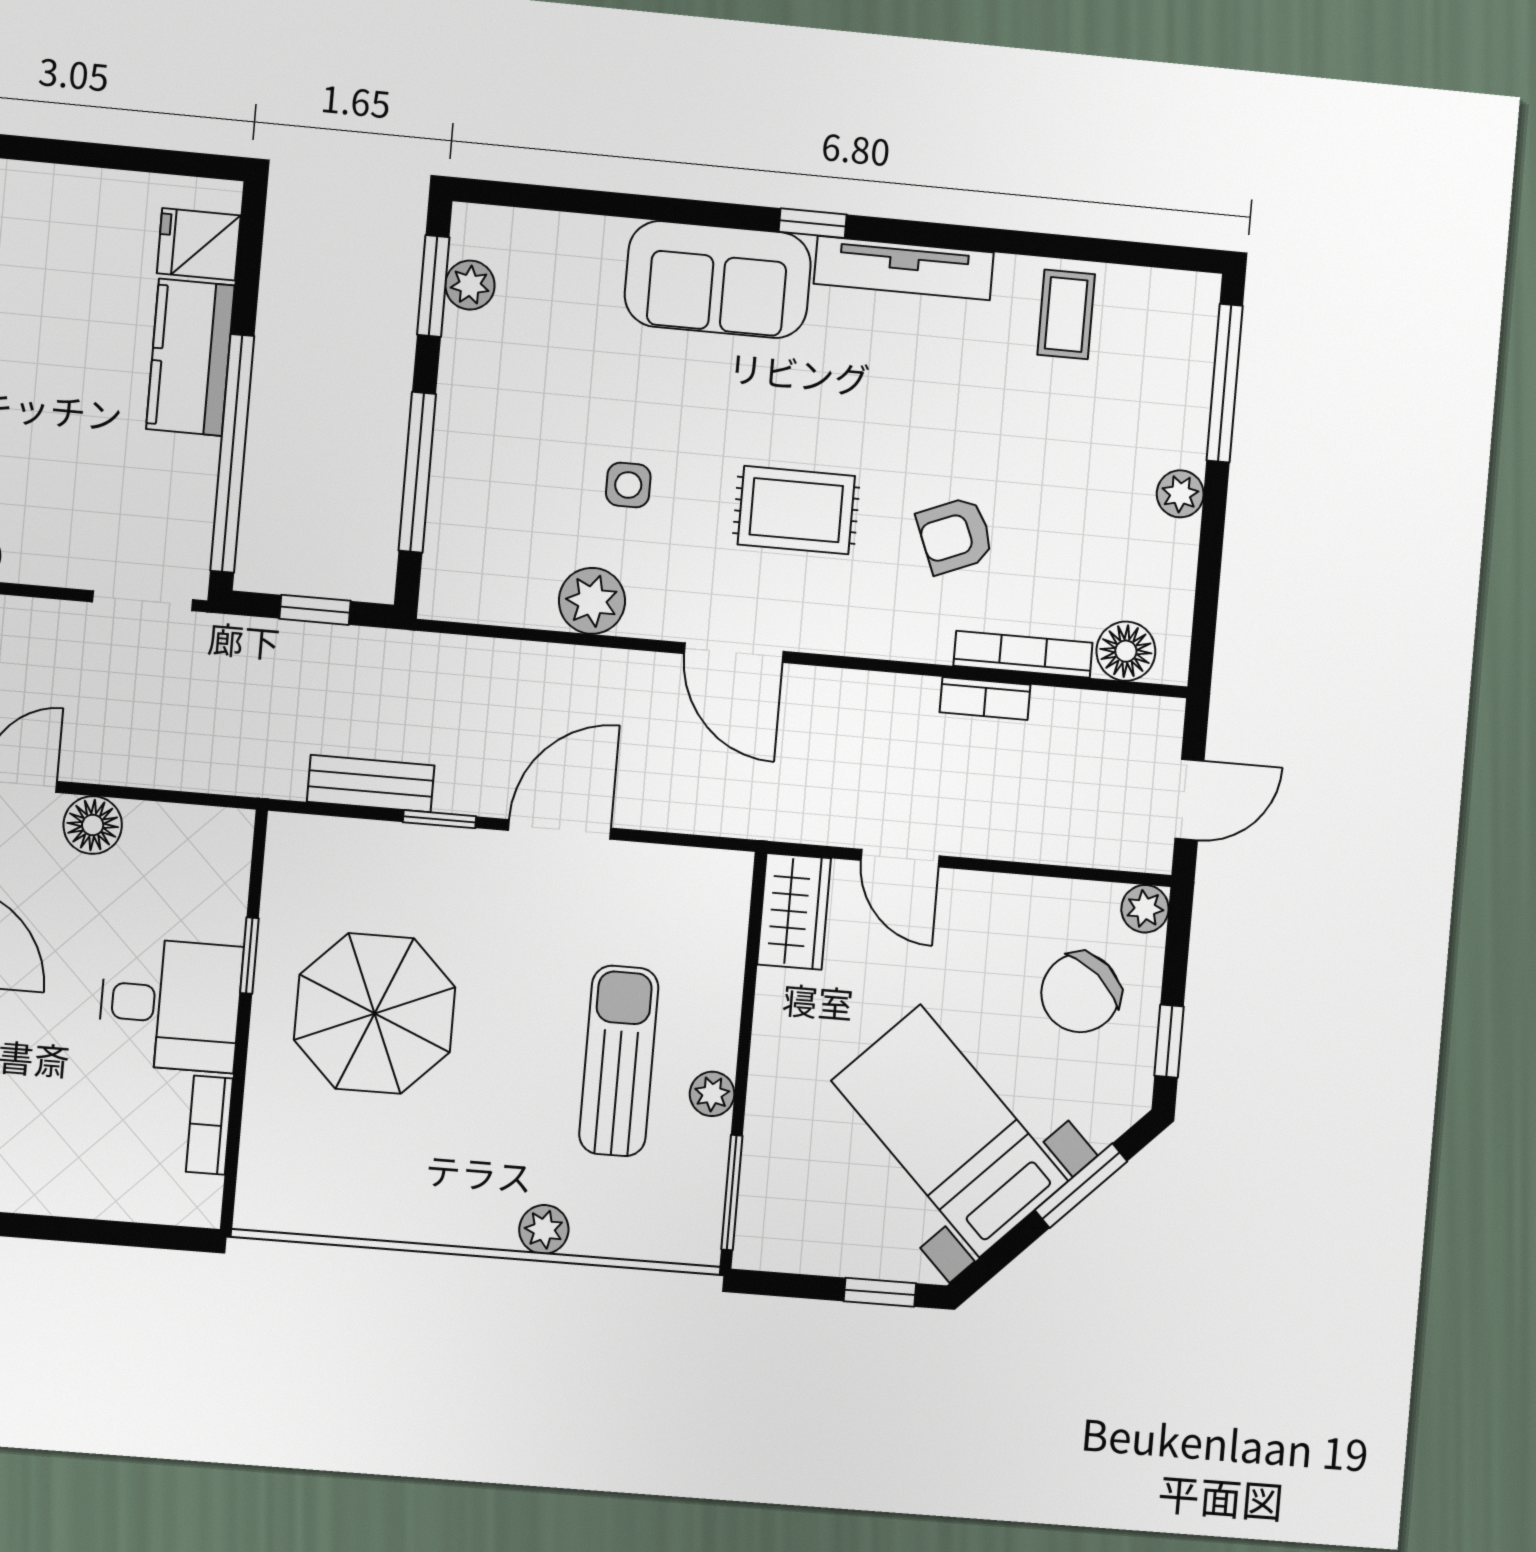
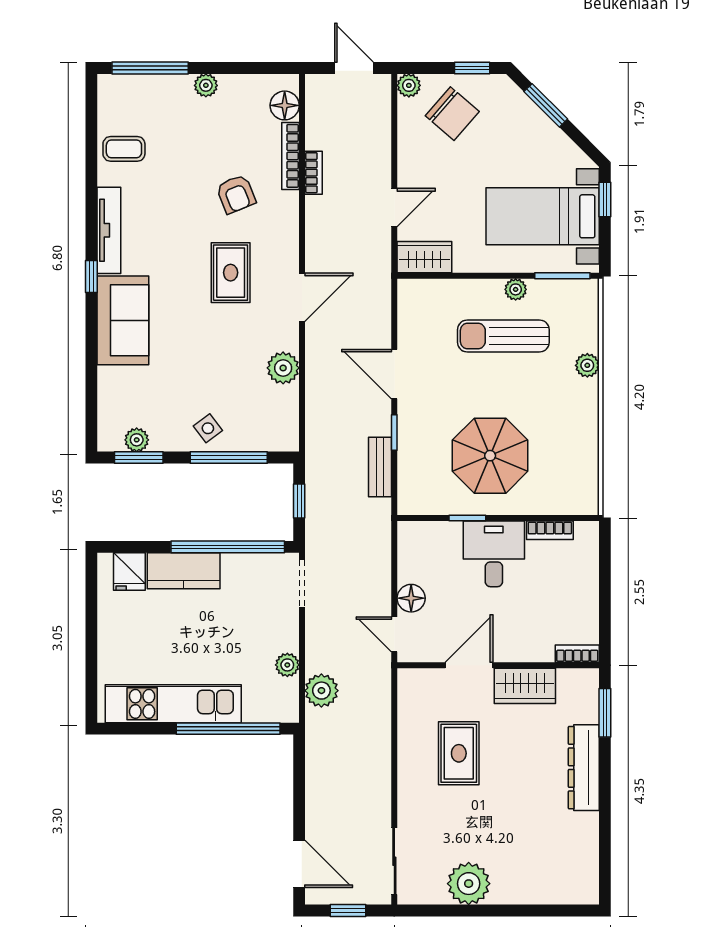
side table: (628, 485) -> (208, 428), moved, turned -37
bed with nightstands: (950, 1131) -> (543, 216), moved, turned 45

